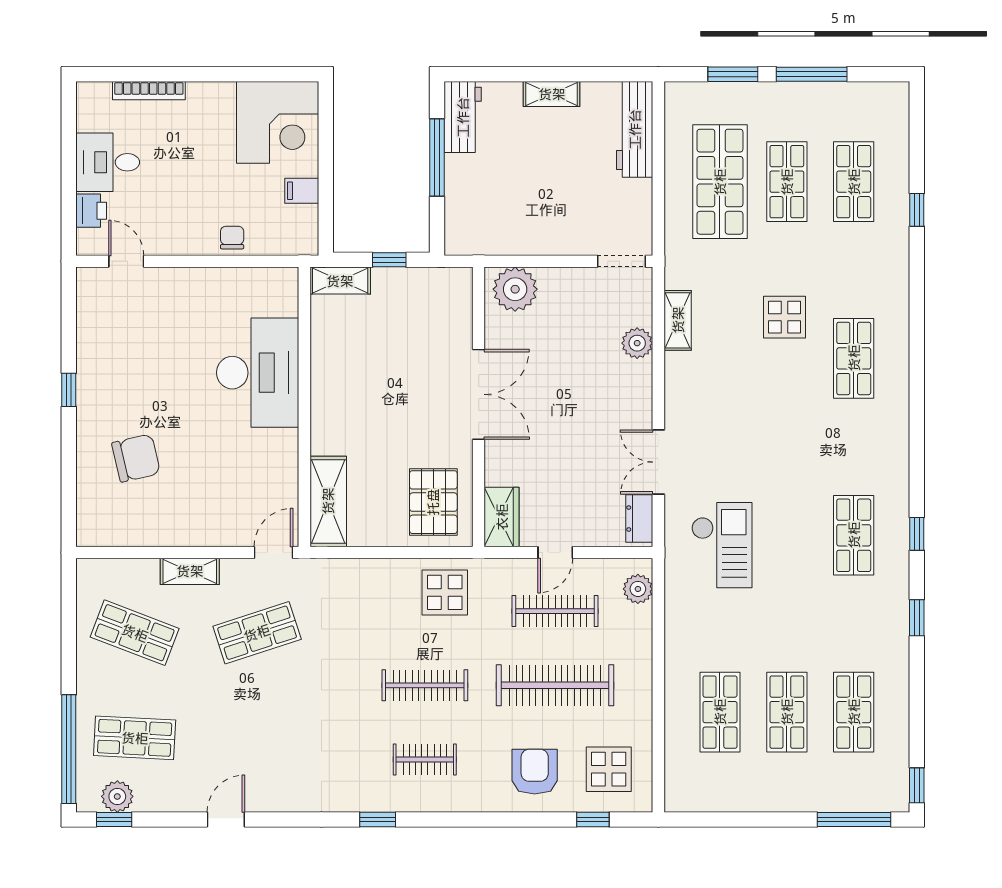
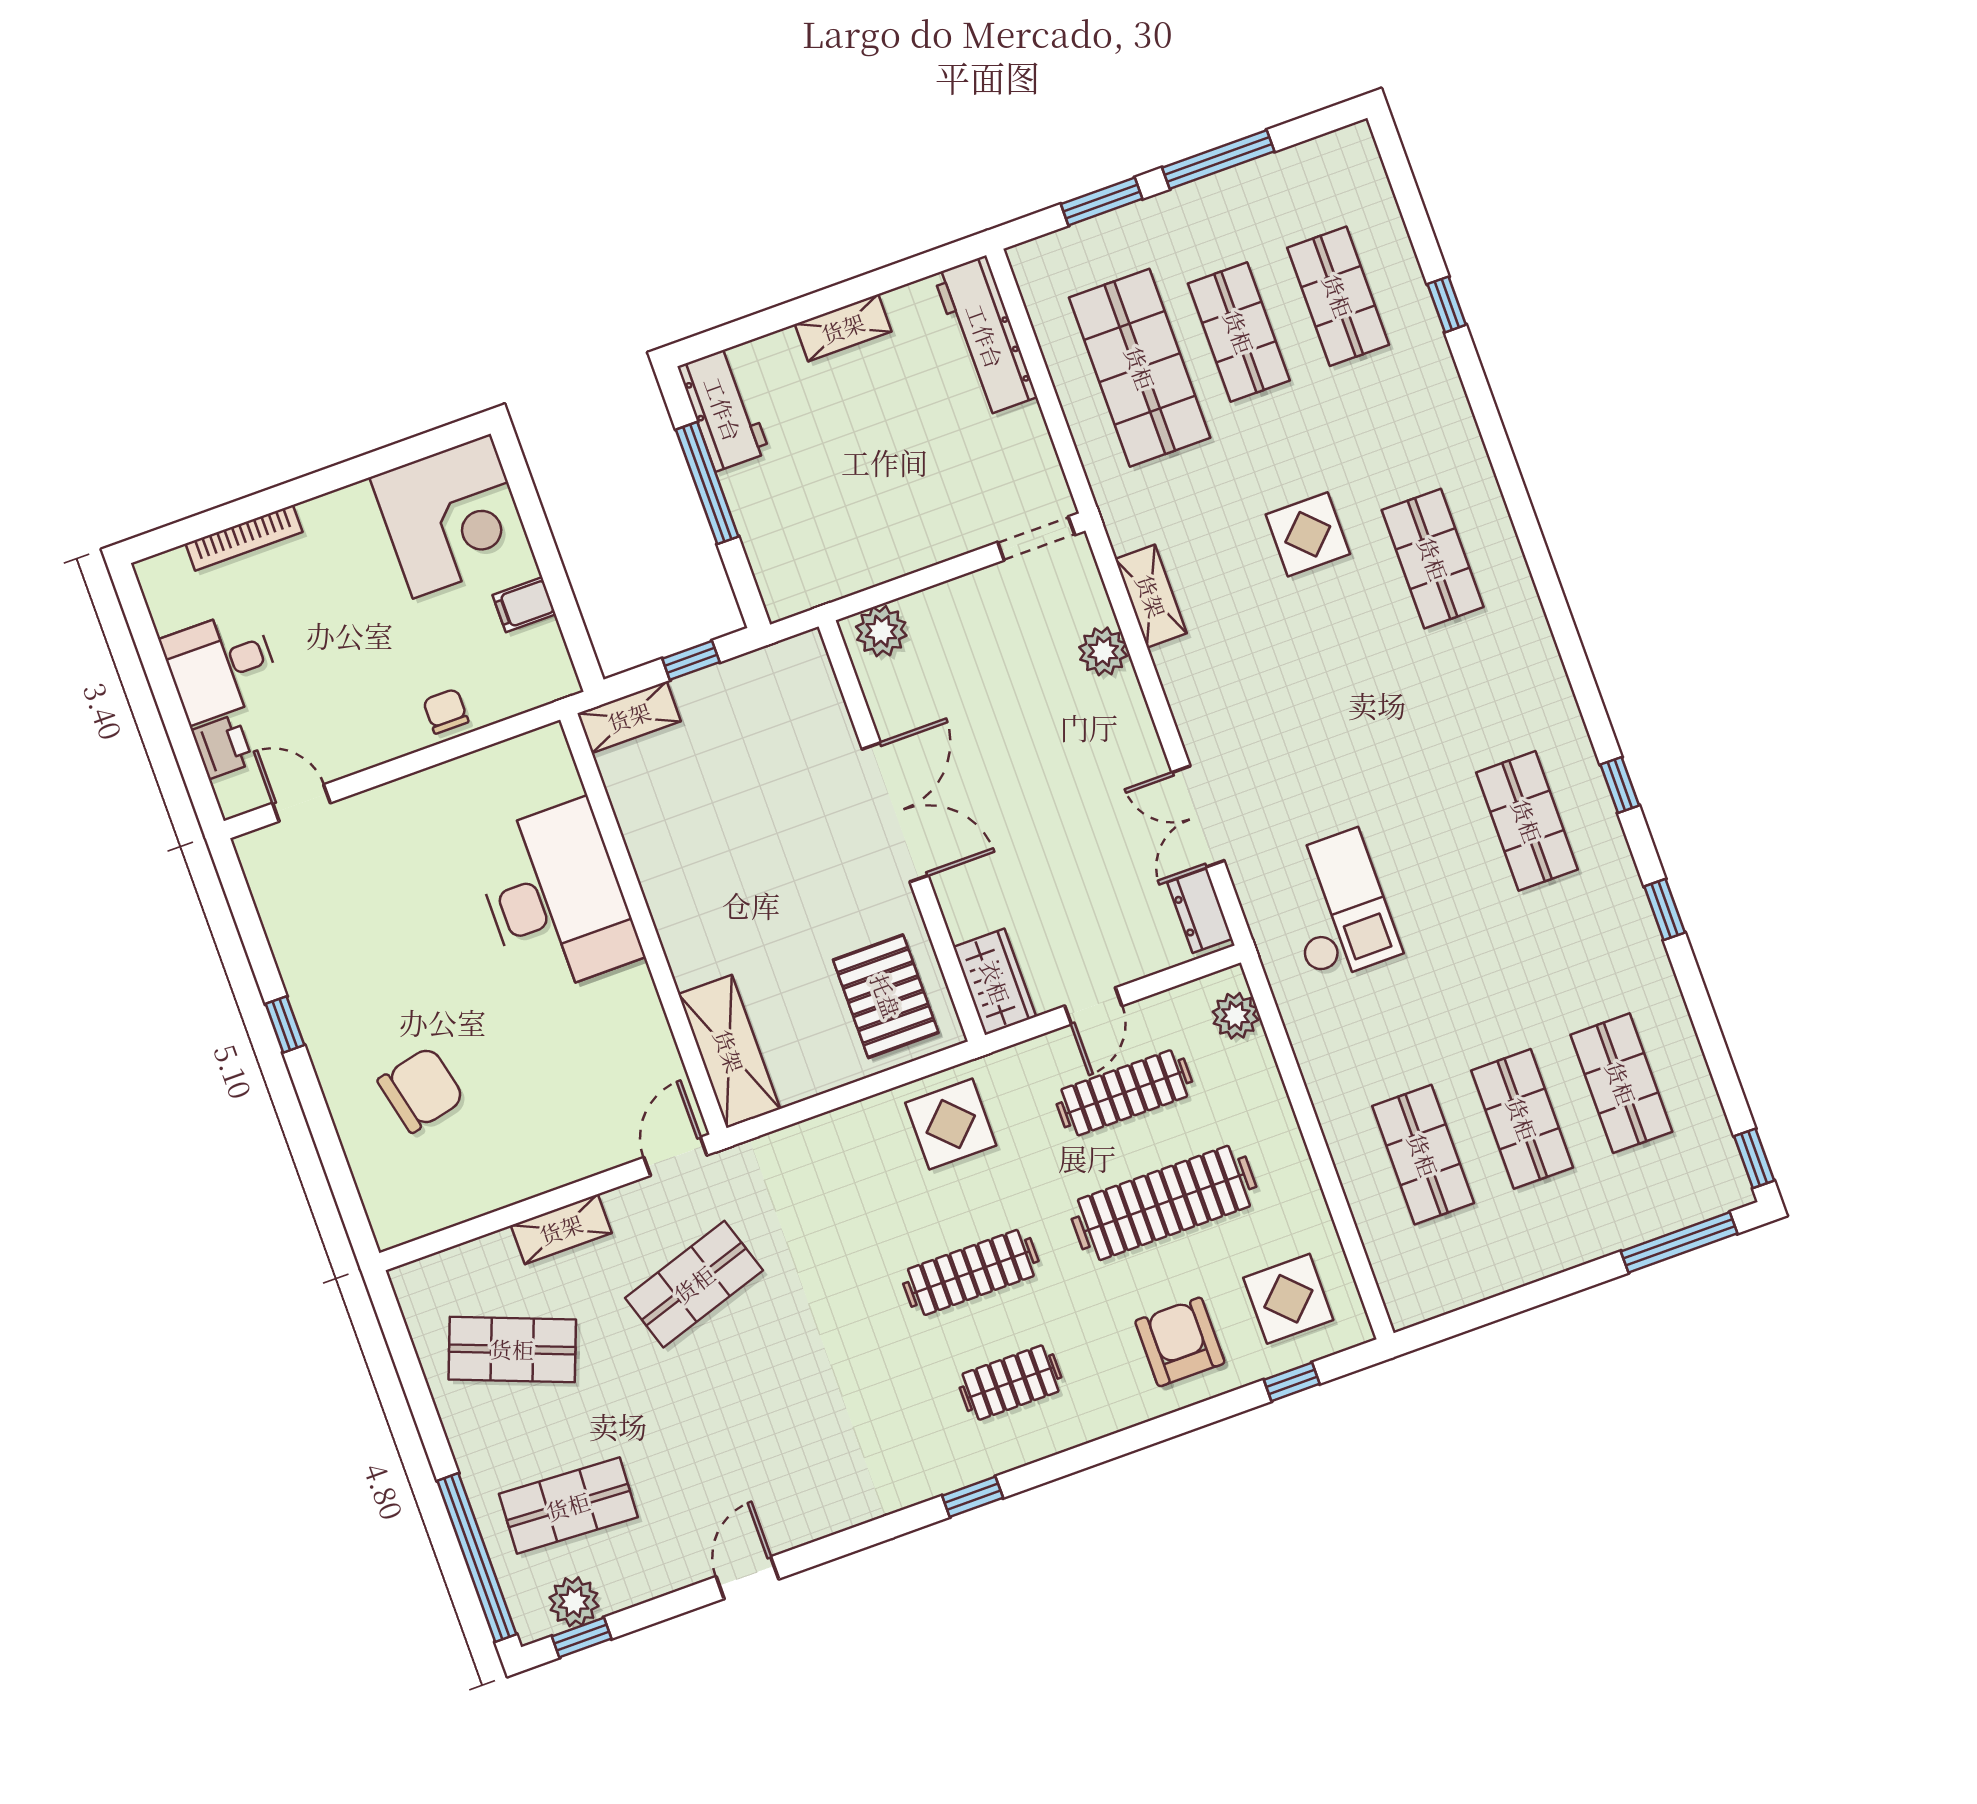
plant: (515, 289) -> (881, 631), width x0.73, depth x0.73

